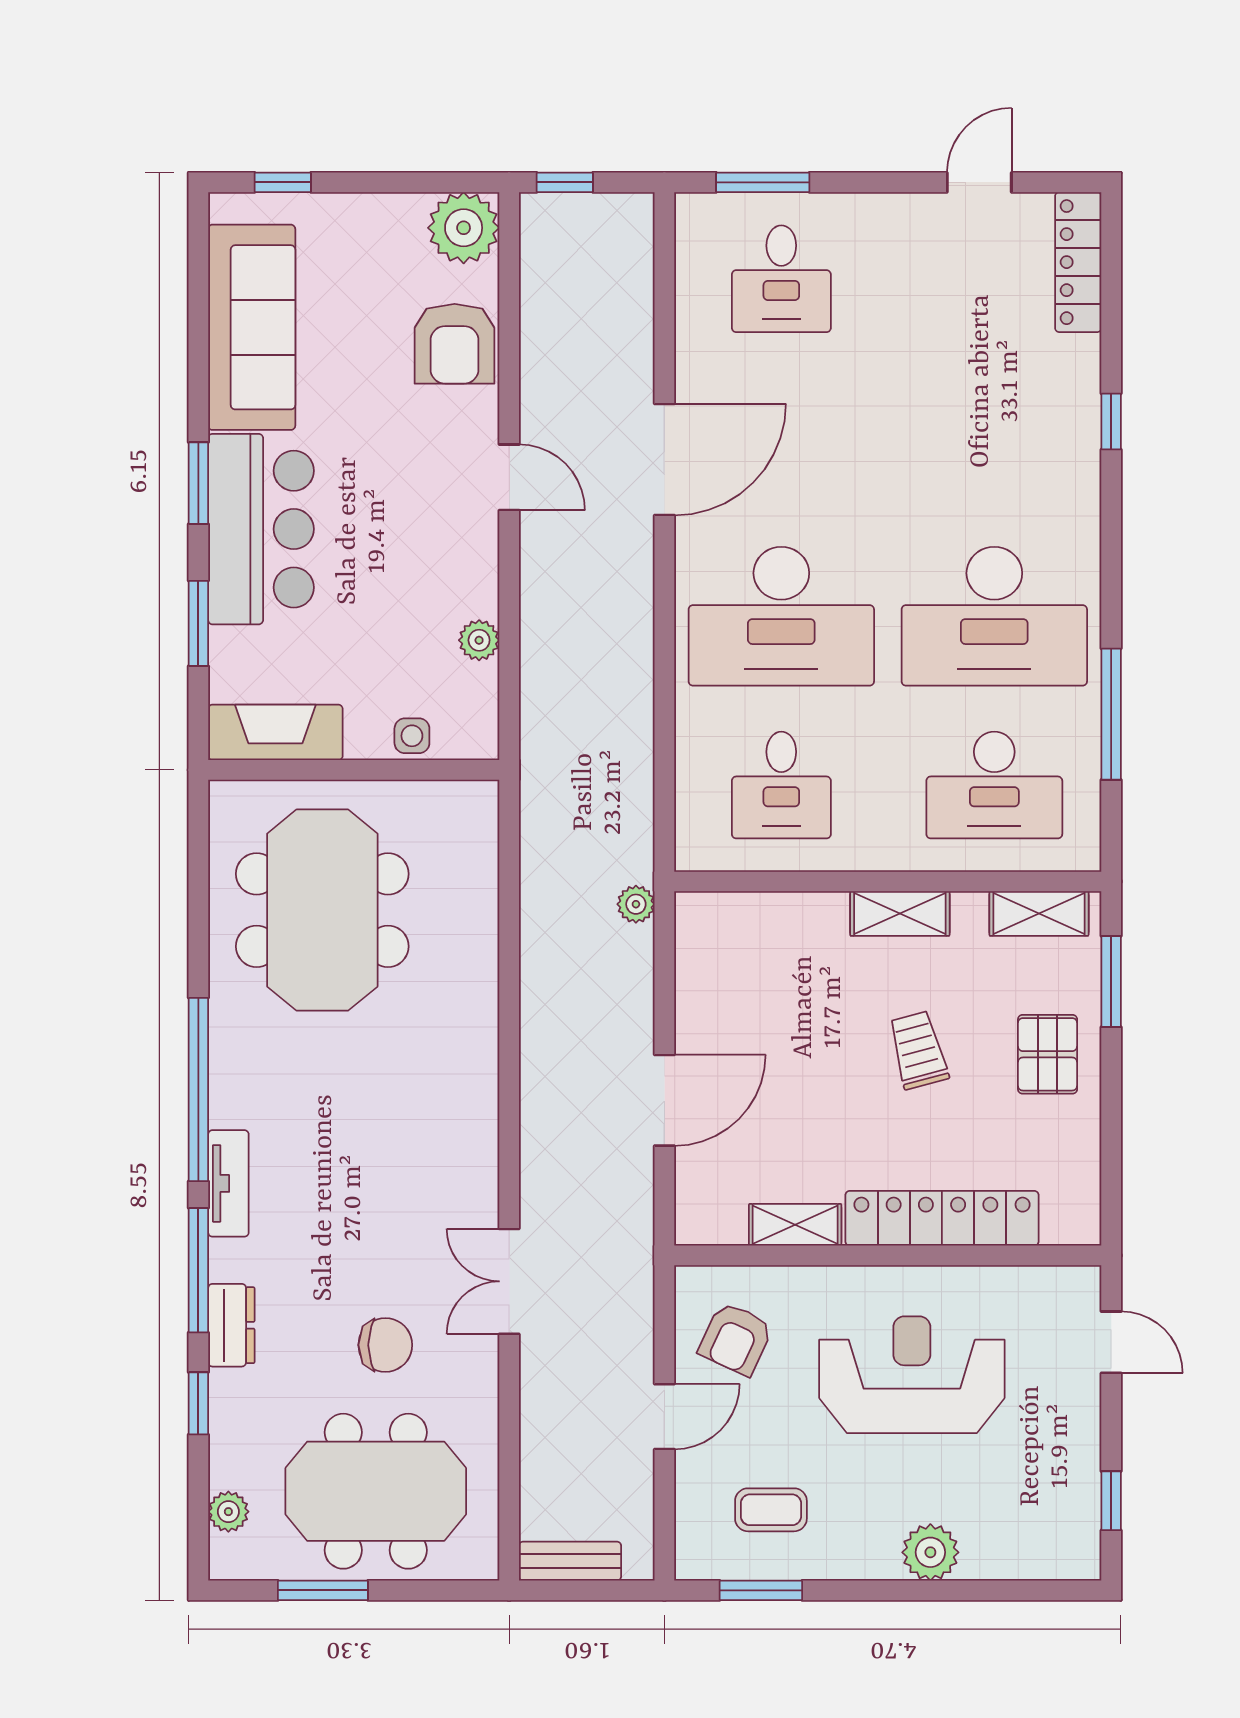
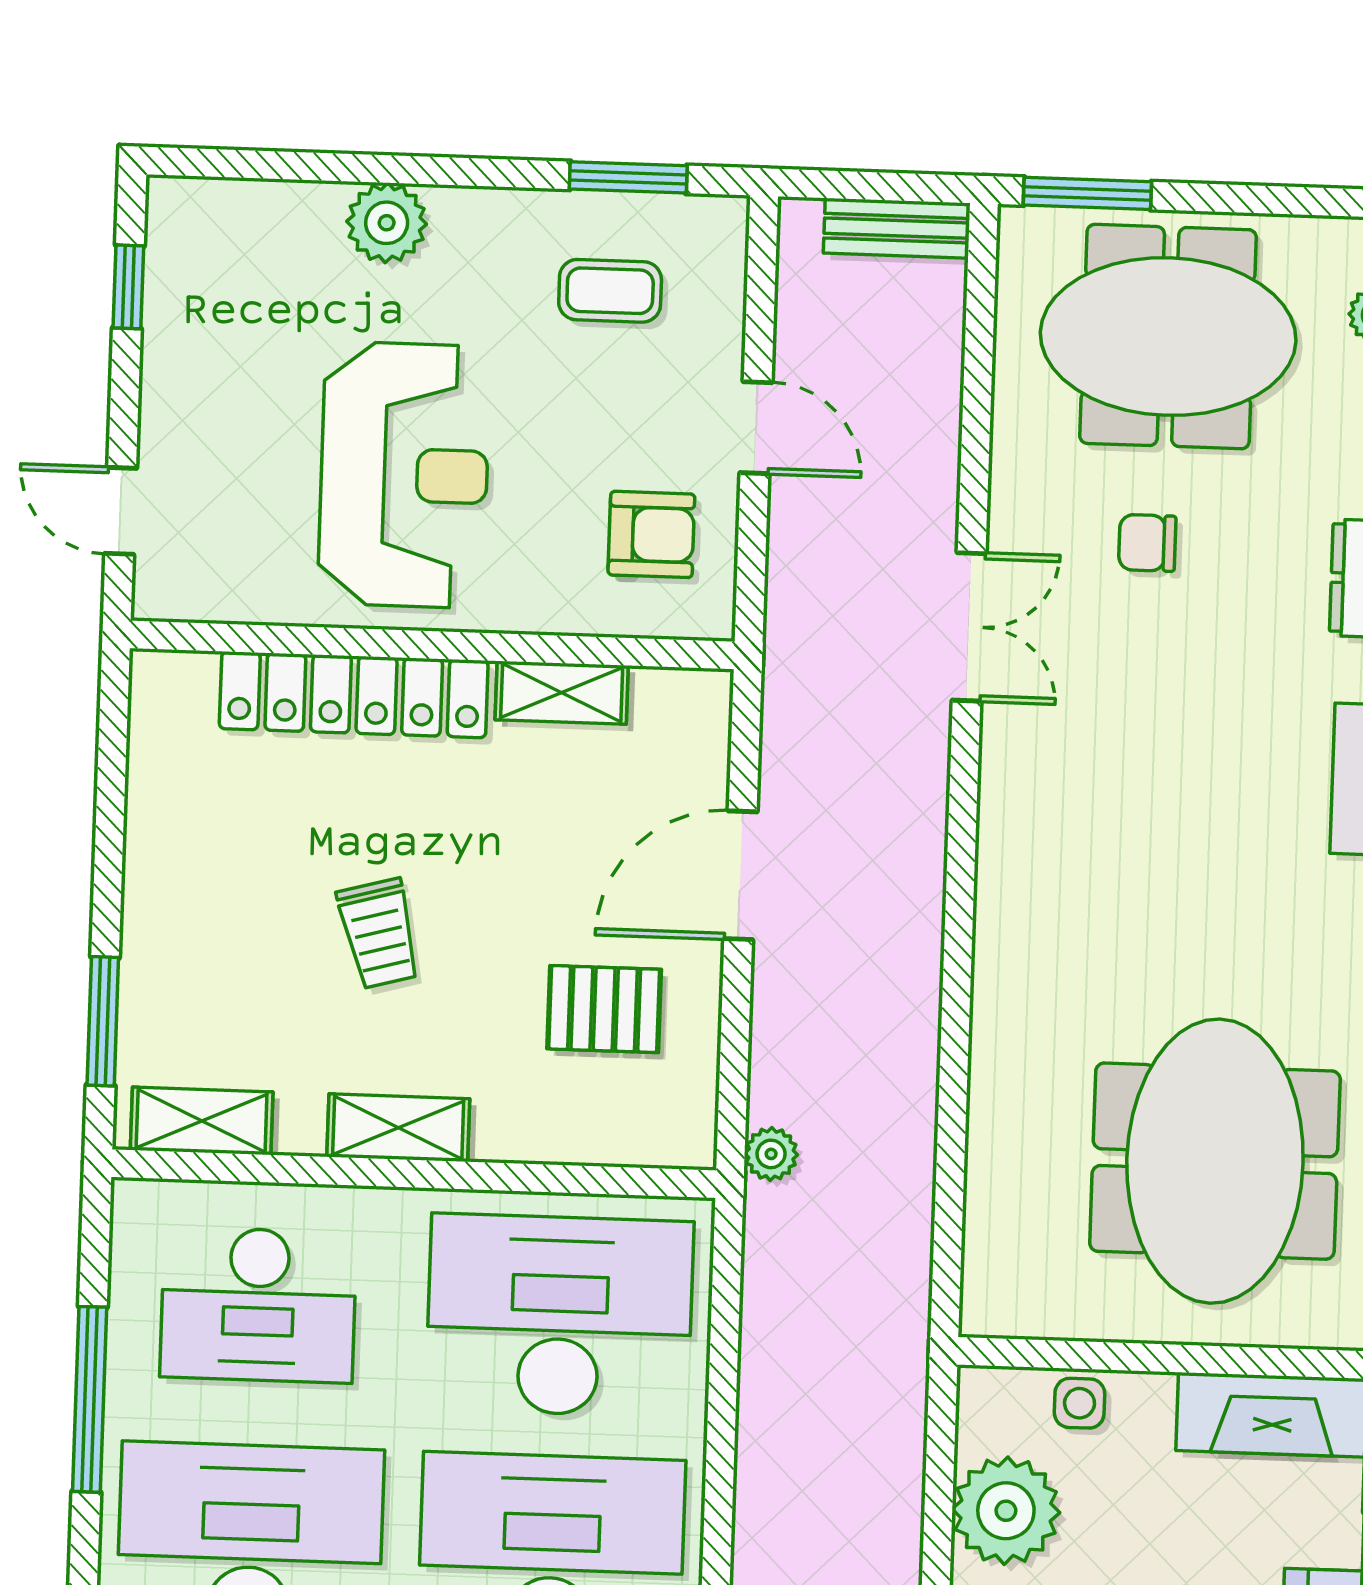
plant: (479, 640) -> (1006, 1511), width x1.87, depth x1.87
desk: (781, 785) -> (560, 1315), width x1.87, depth x1.30
desk: (994, 785) -> (258, 1305), turned 180
pallet: (1048, 1054) -> (604, 1009), moved, turned 90
armchair: (736, 1339) -> (651, 534), turned 65
chair: (385, 1345) -> (1147, 543), width x0.73, depth x0.73
reception desk: (912, 1375) -> (404, 475), turned -90
door: (664, 1417) -> (756, 428), swing flipped
window: (323, 1590) -> (1087, 193), moved

